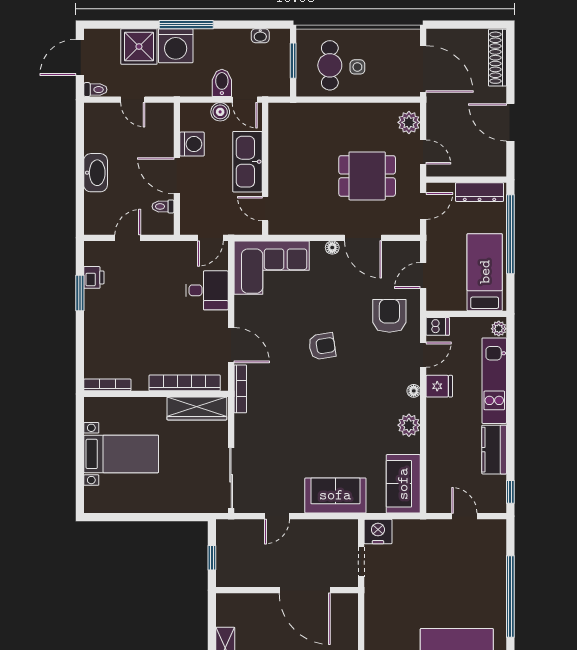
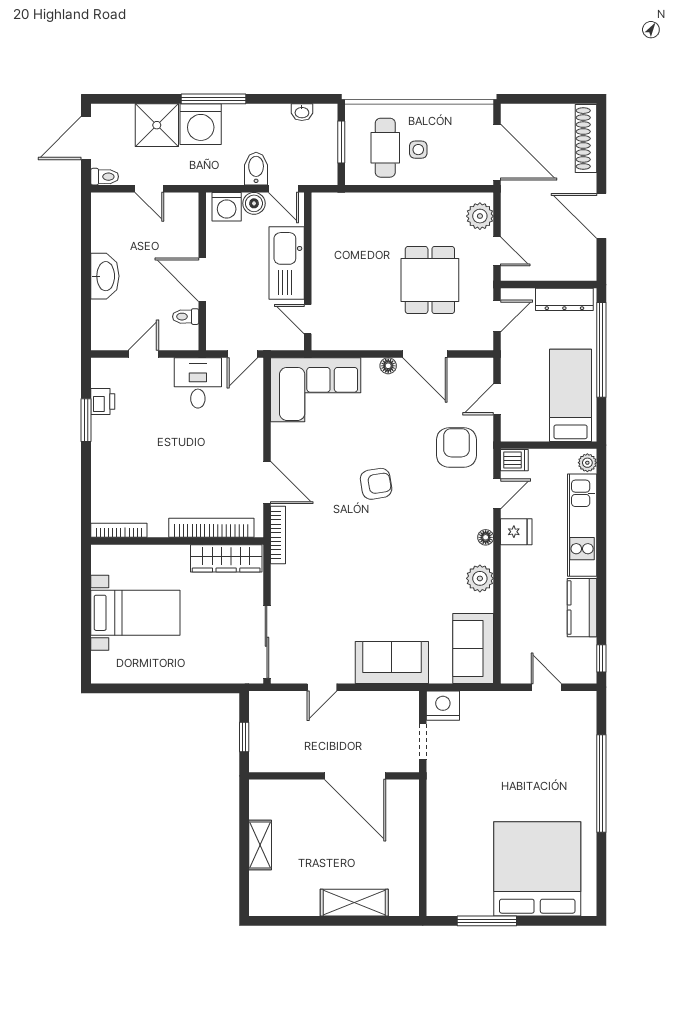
washing machine: (192, 144) -> (227, 207), moved, turned 90
dining table: (367, 176) -> (430, 280), turned 90
desk: (207, 290) -> (198, 383), moved, turned -90

